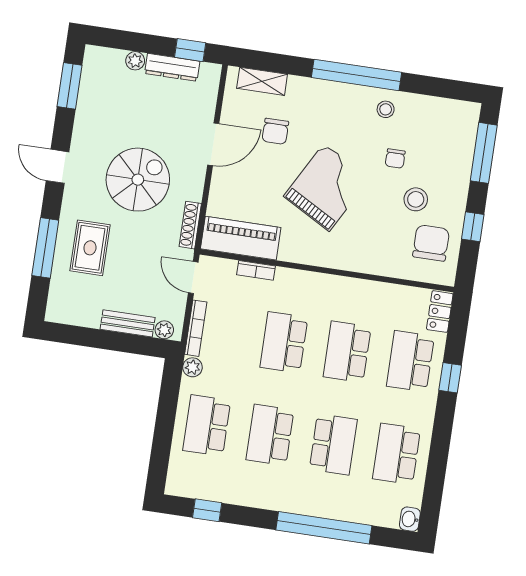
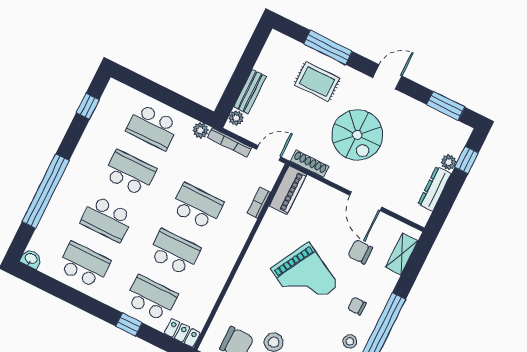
window: (190, 50) -> (467, 160), moved
chair: (395, 159) -> (357, 306), moved
piano: (241, 238) -> (288, 190), width x0.73, depth x0.75
school desk: (207, 425) -> (153, 127), turned 180

